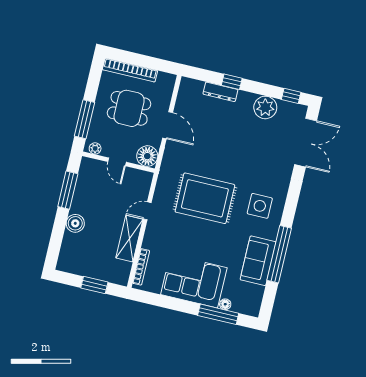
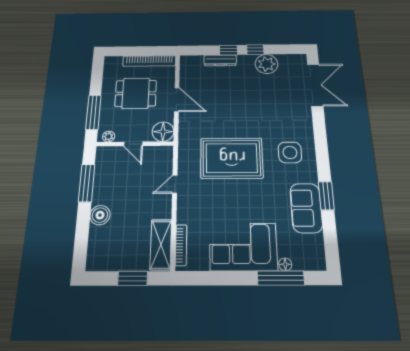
bookcase: (130, 70) -> (149, 61), moved
window: (291, 96) -> (255, 50), moved
shelving: (129, 239) -> (161, 245), moved
window: (279, 254) -> (326, 196), width x0.47

